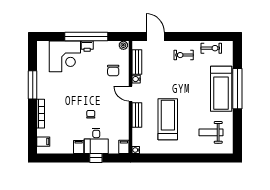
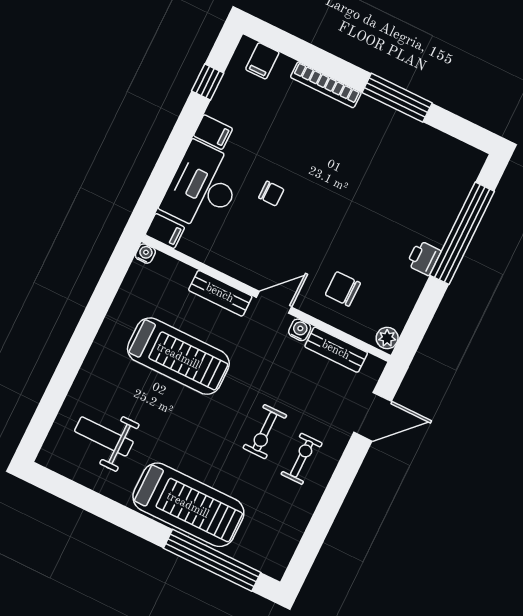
window: (86, 36) -> (462, 233), moved
exercise bike: (211, 48) -> (265, 432), moved
corner desk: (65, 56) -> (425, 199), removed
treadmill: (221, 89) -> (188, 505), turned 180
window: (237, 89) -> (212, 560), moved
weight bench: (211, 132) -> (104, 436), turned -90
desk: (96, 141) -> (203, 187), width x1.37
window: (96, 158) -> (208, 82), moved

